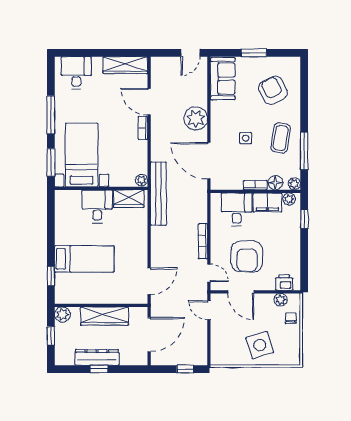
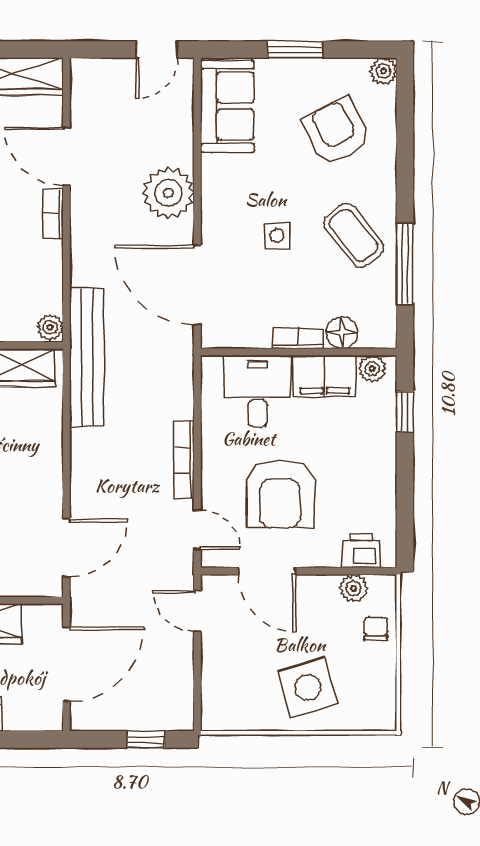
coffee table: (281, 138) -> (354, 235), turned -48
plant: (294, 184) -> (383, 71), moved

